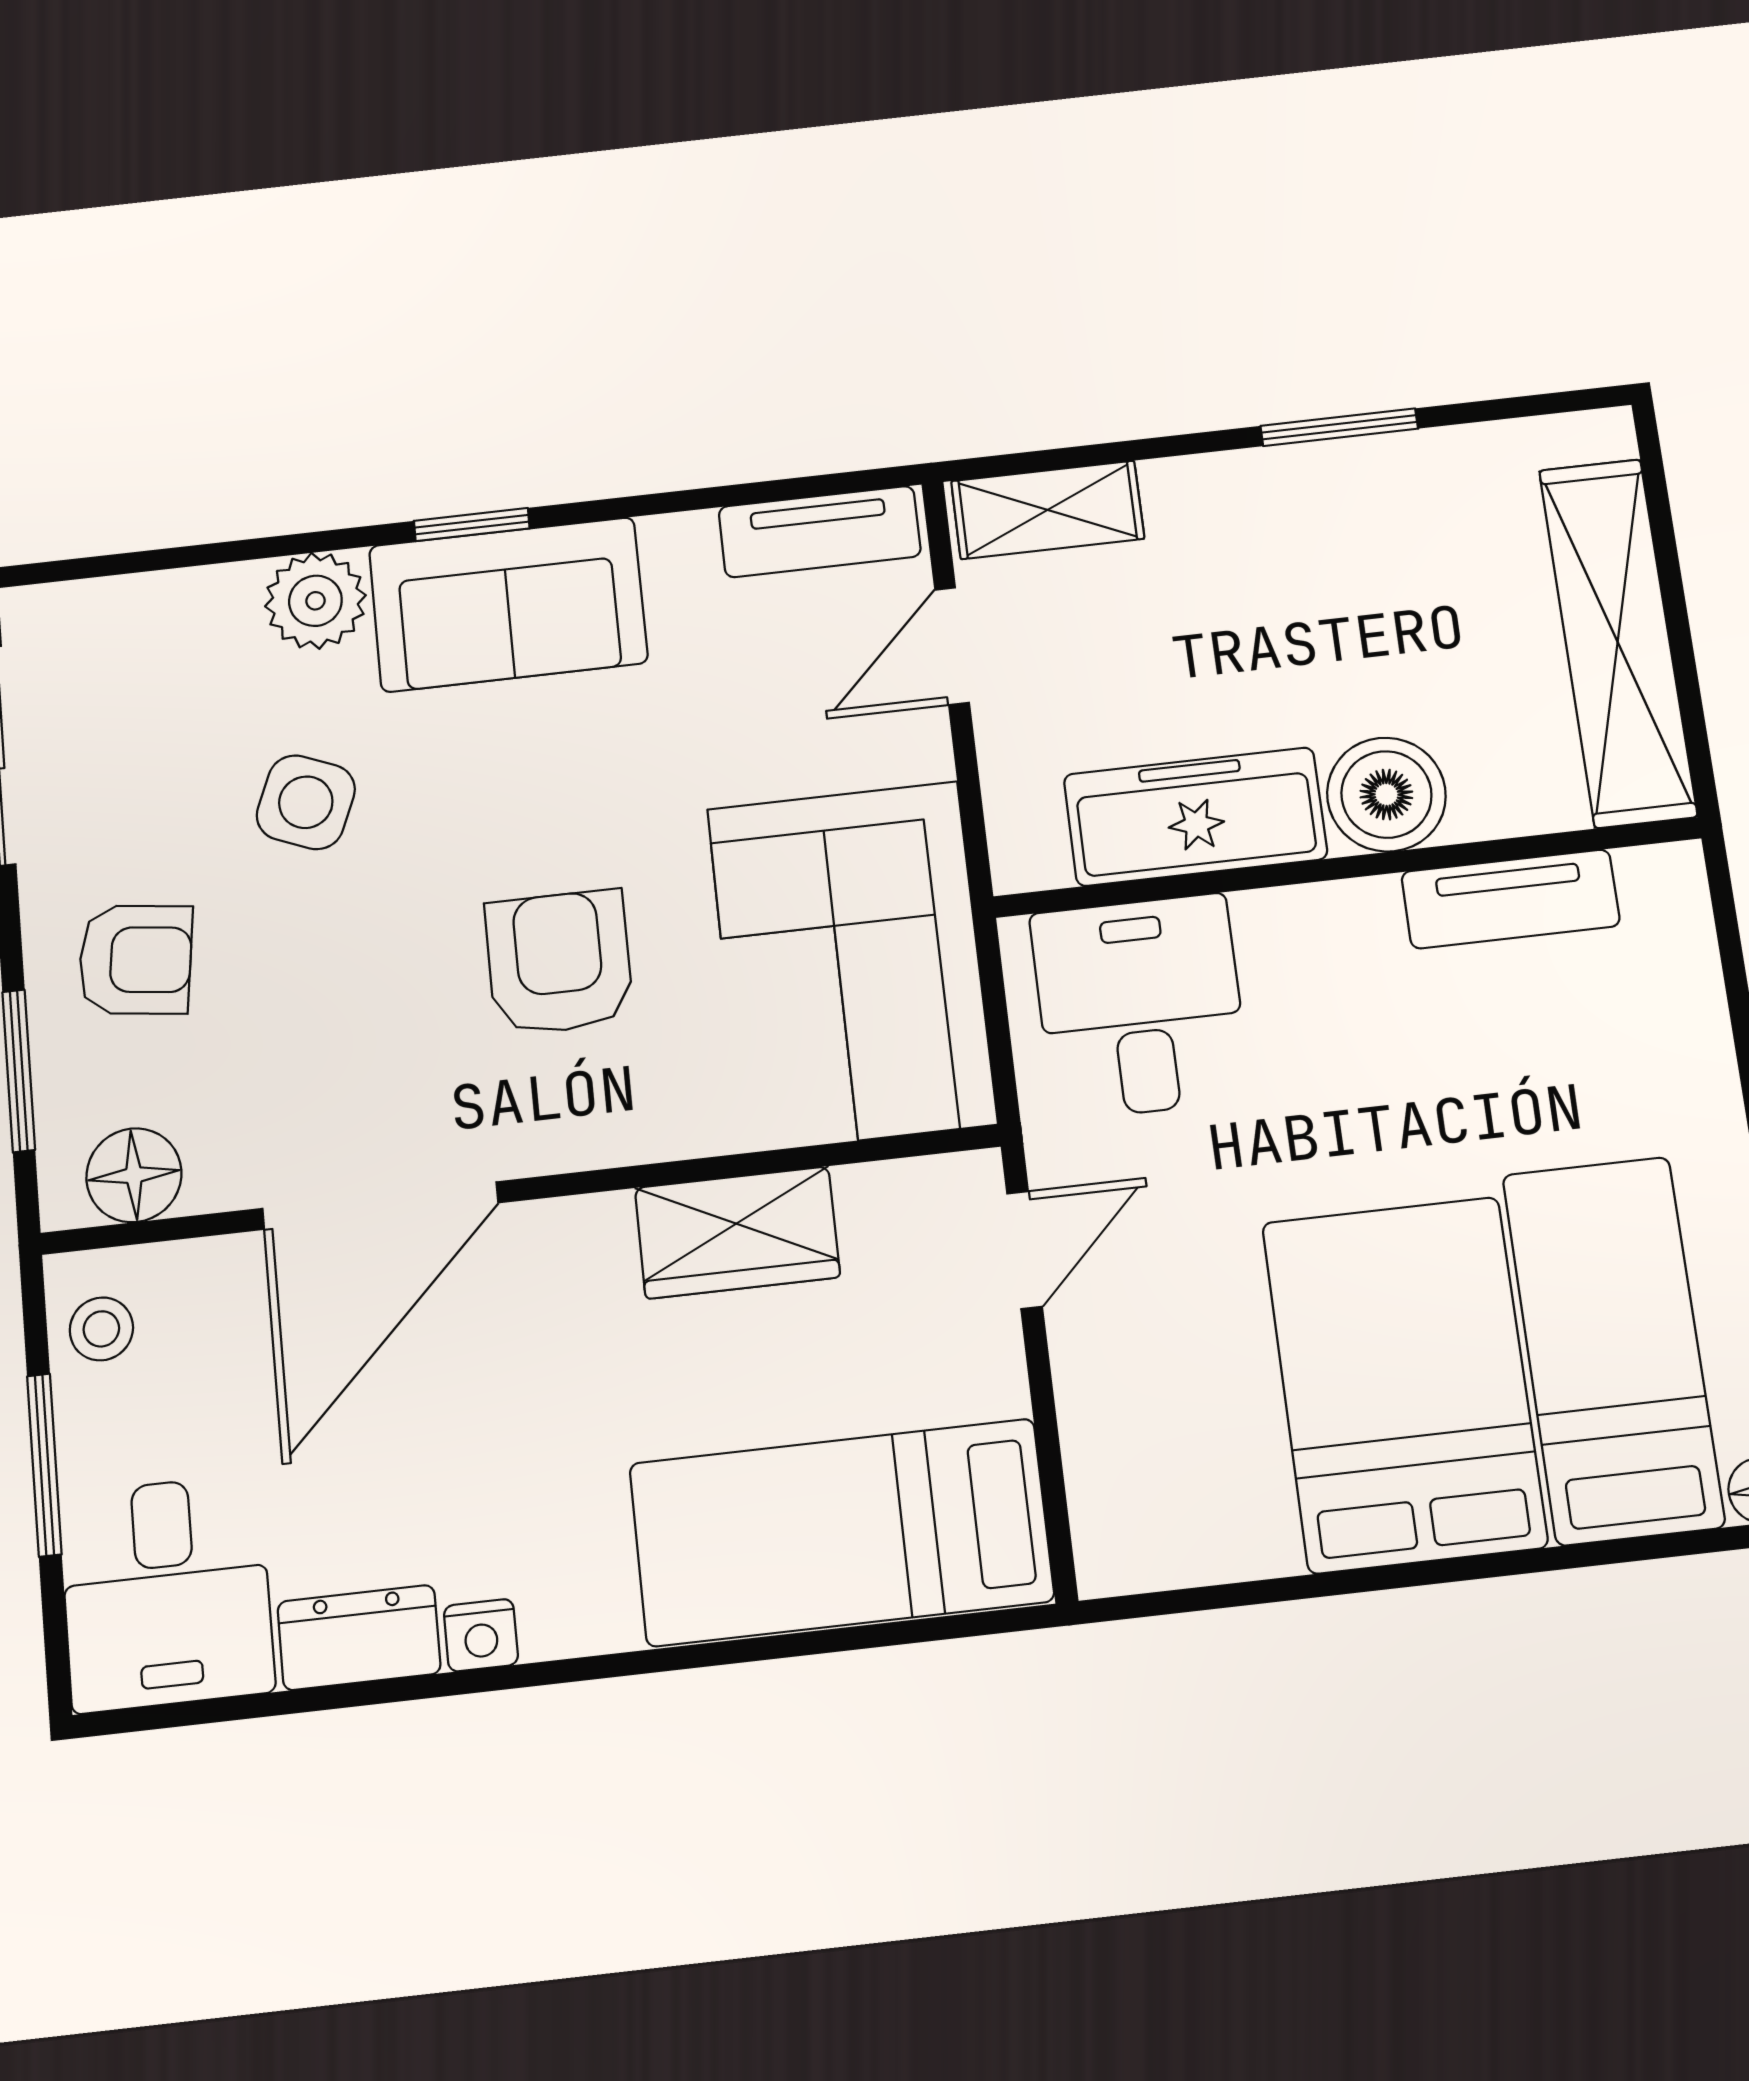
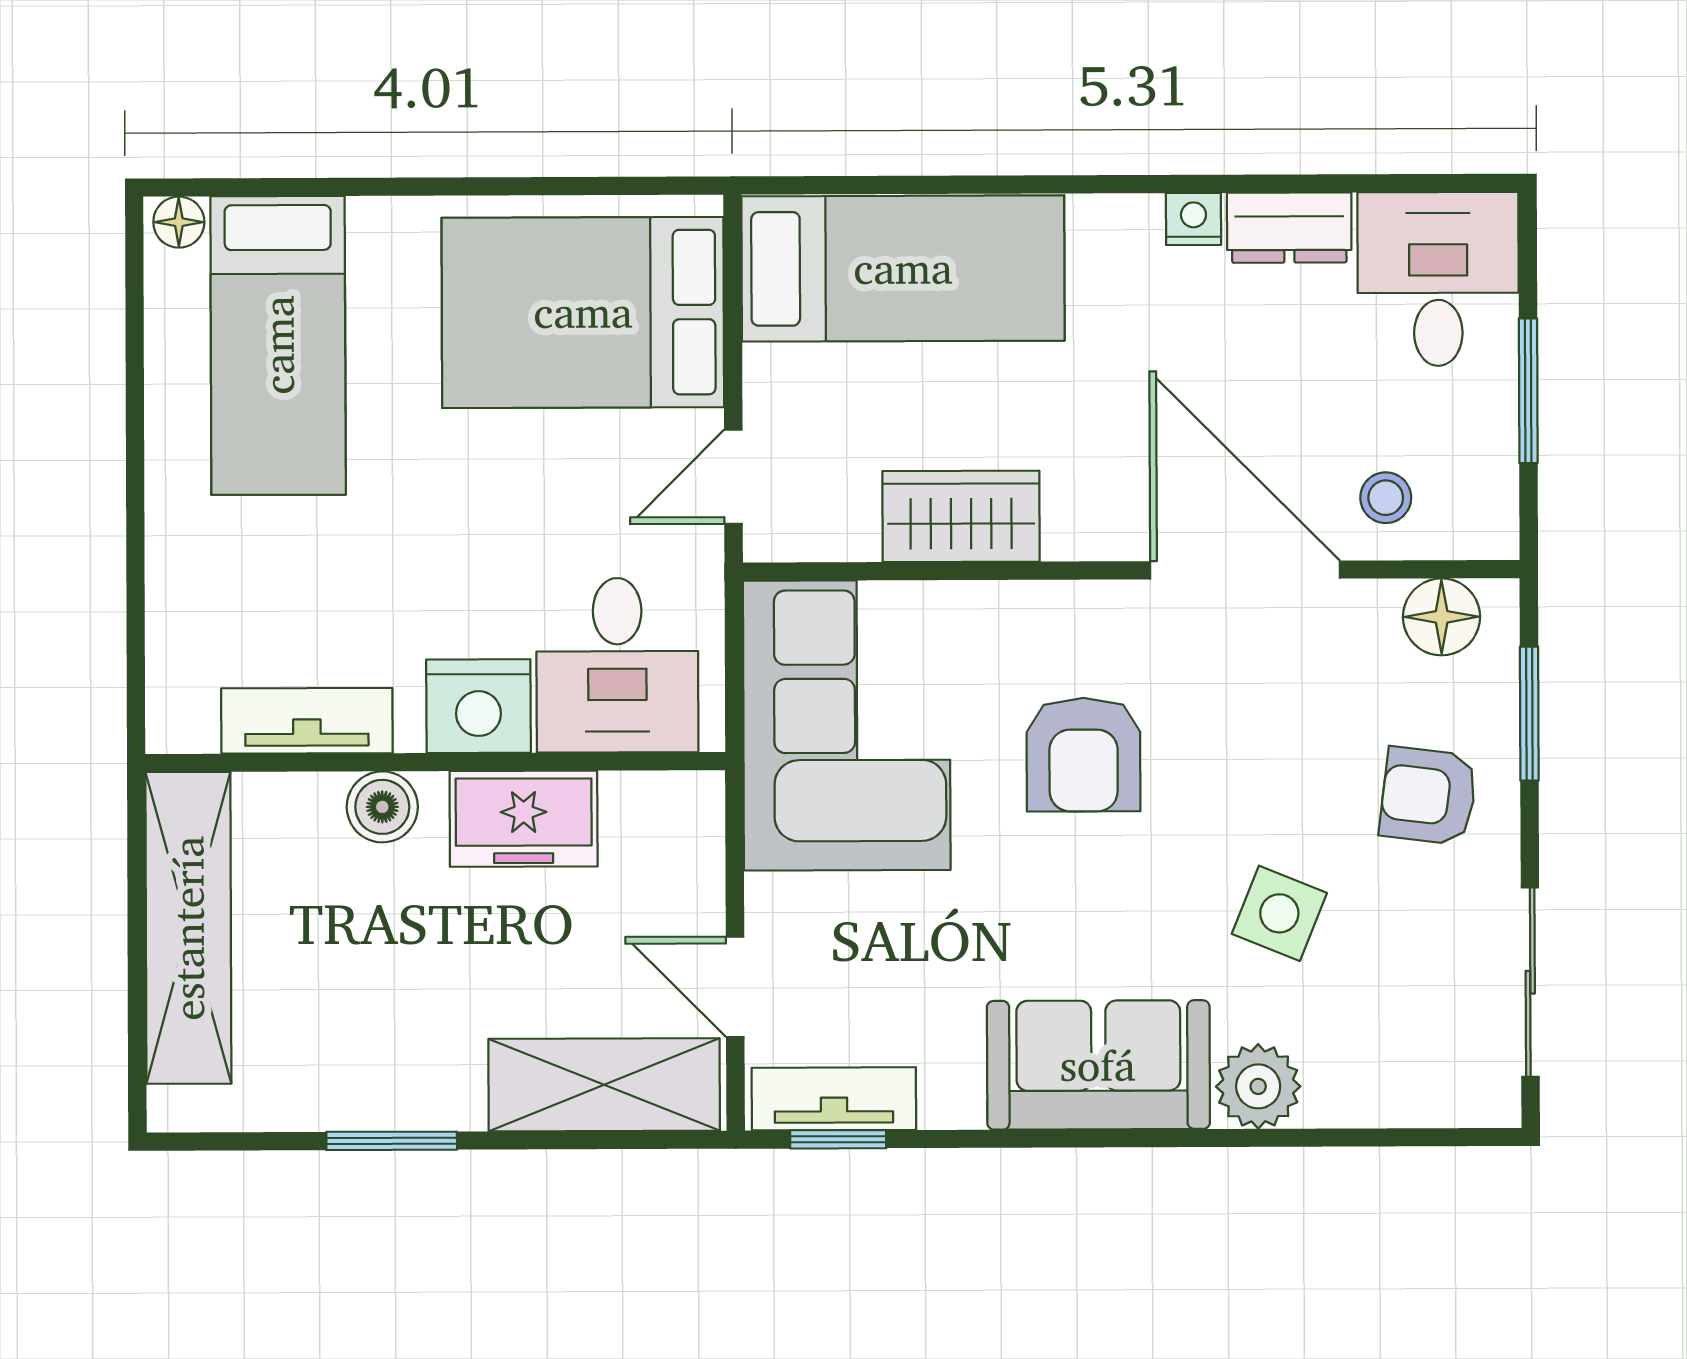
shelving: (1048, 510) -> (604, 1085), width x1.50, depth x1.33
window: (472, 525) -> (838, 1139), moved
door: (952, 646) -> (735, 987), swing flipped
boiler: (1386, 794) -> (382, 807), width x0.73, depth x0.73
freezer: (1195, 817) -> (524, 819), width x0.71
nightstand: (1304, 939) -> (478, 706), added
door: (380, 1206) -> (1245, 570), hinge flipped
stool: (101, 1329) -> (1386, 498), moved
bed: (1404, 1384) -> (583, 312), moved, turned 90

